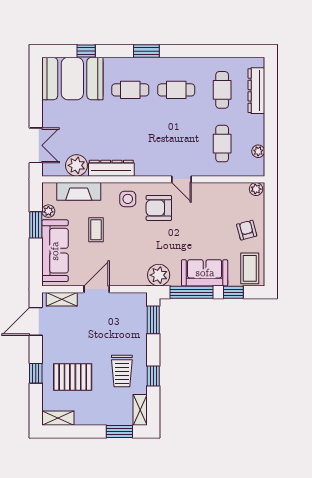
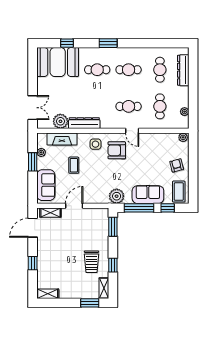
cafe table: (176, 144) -> (129, 106), added
sofa: (55, 251) -> (46, 185), width x0.73
pallet: (73, 377) -> (58, 266), removed

